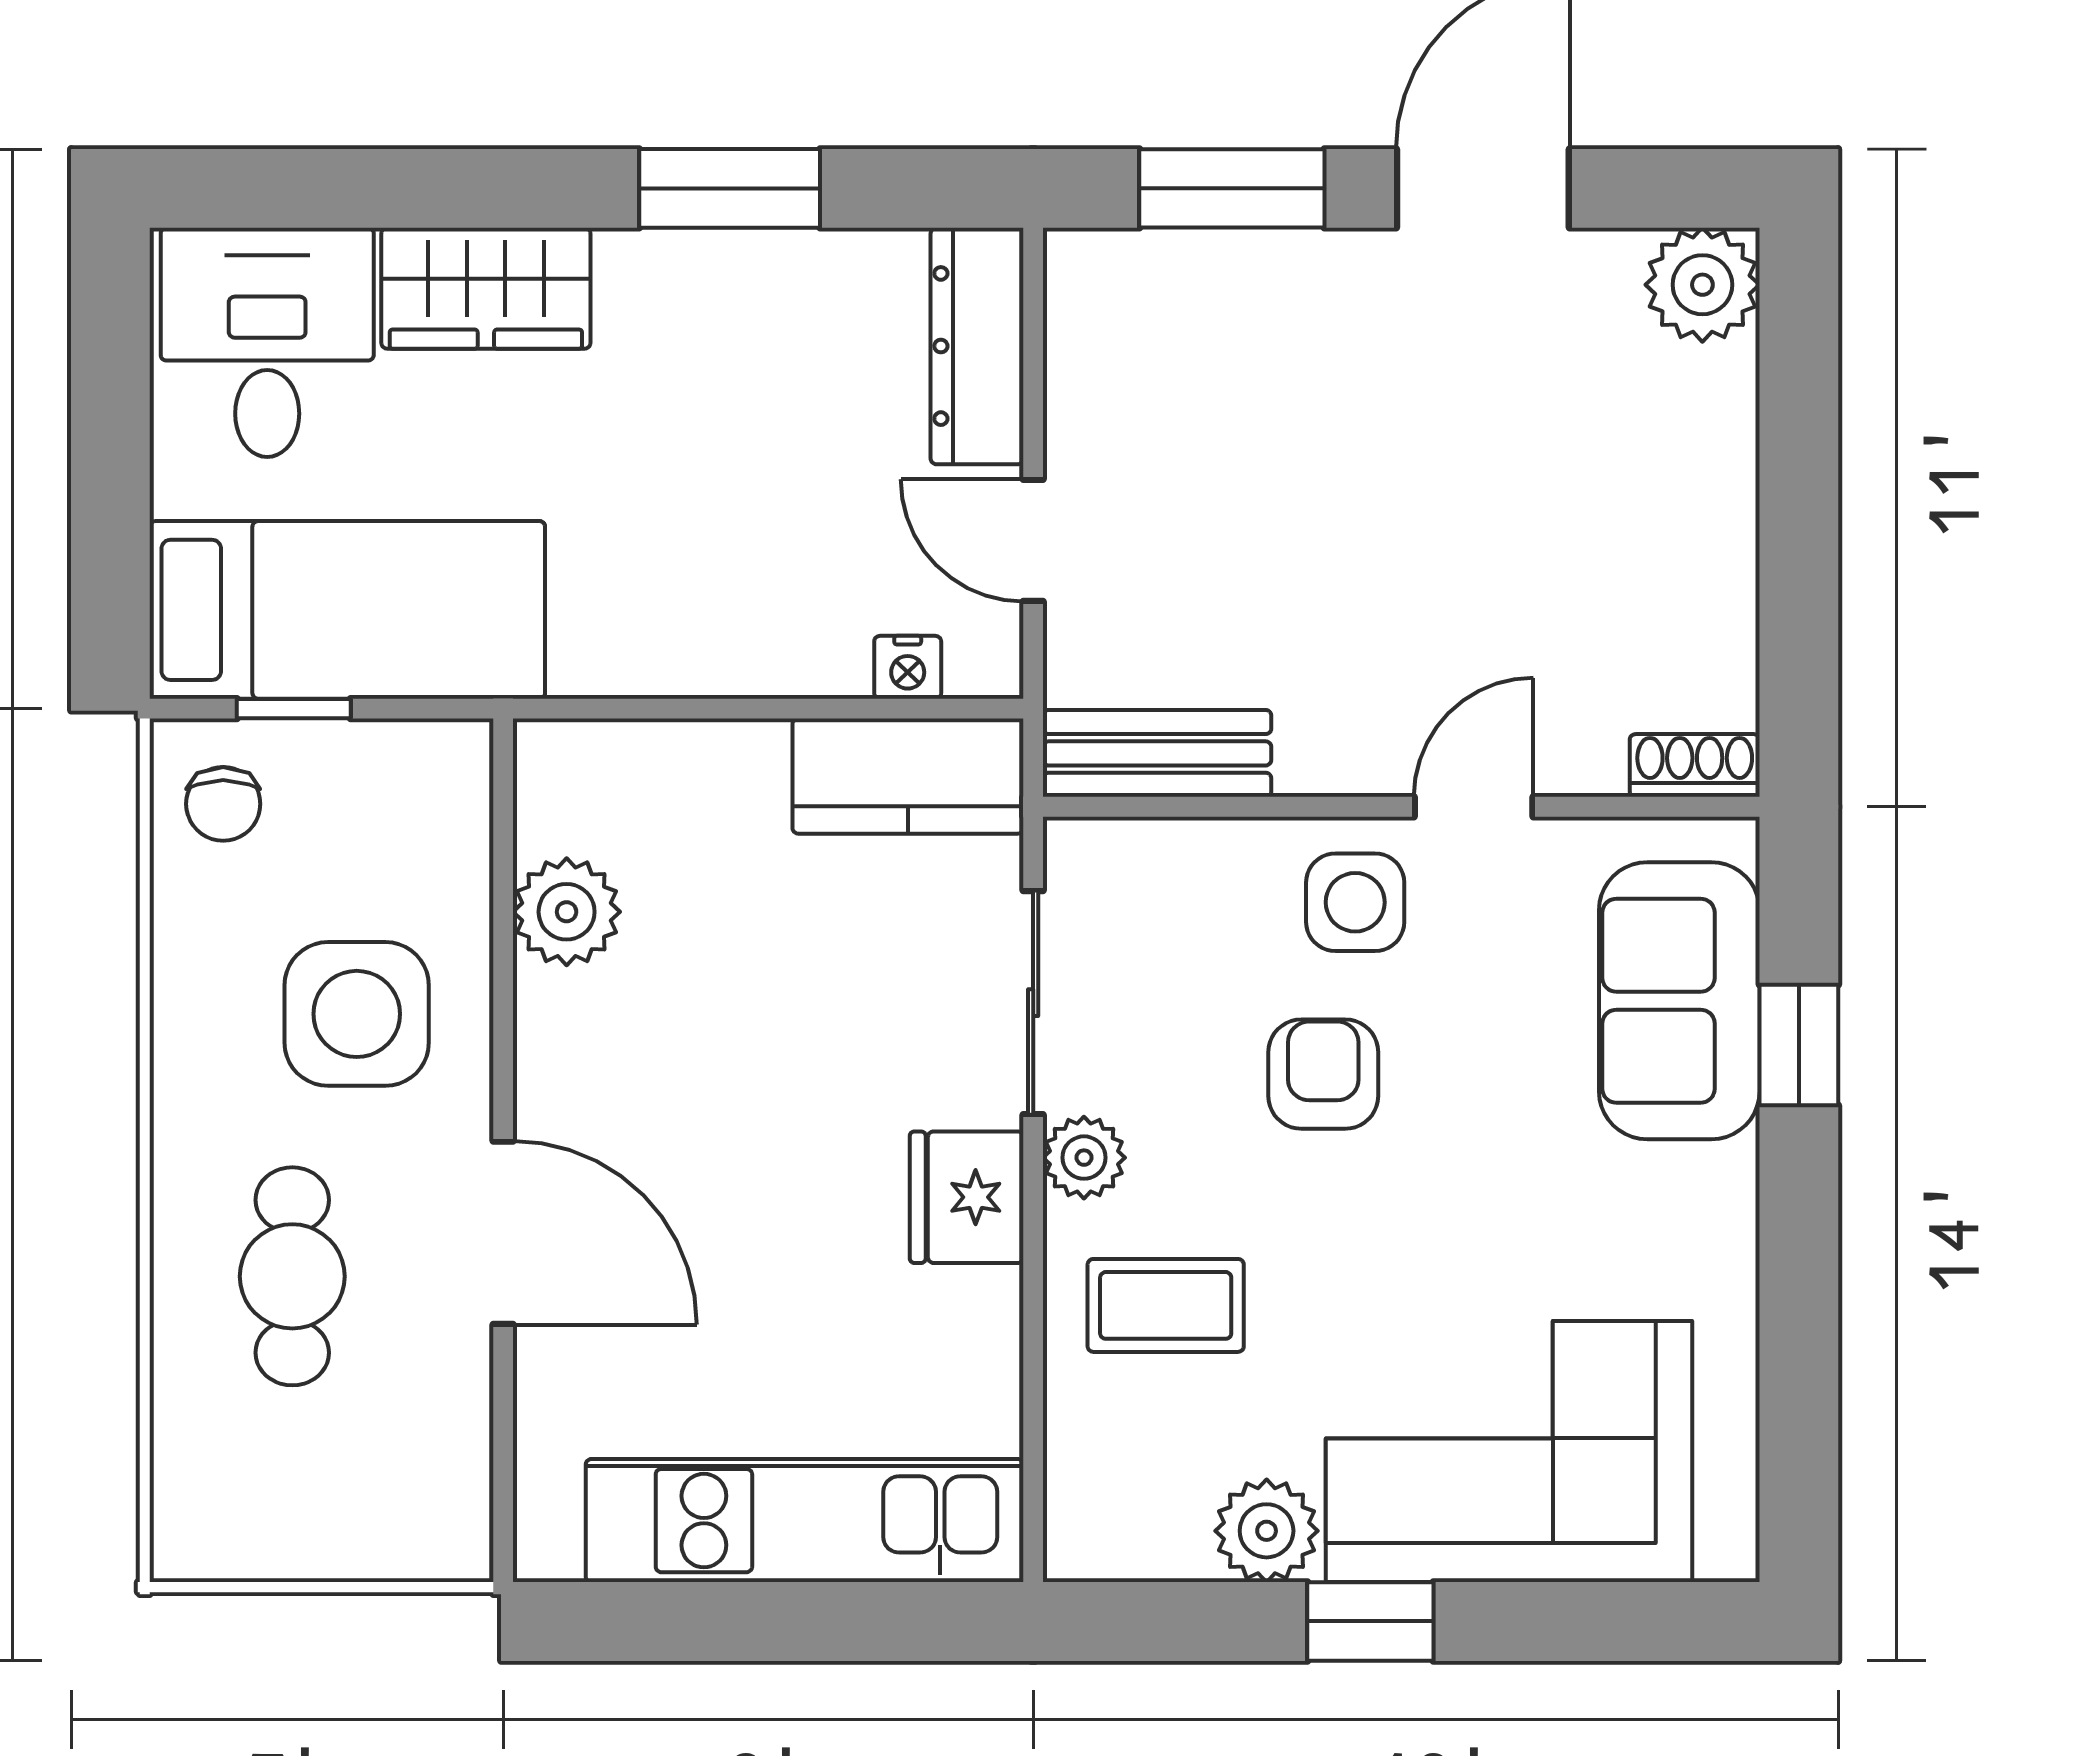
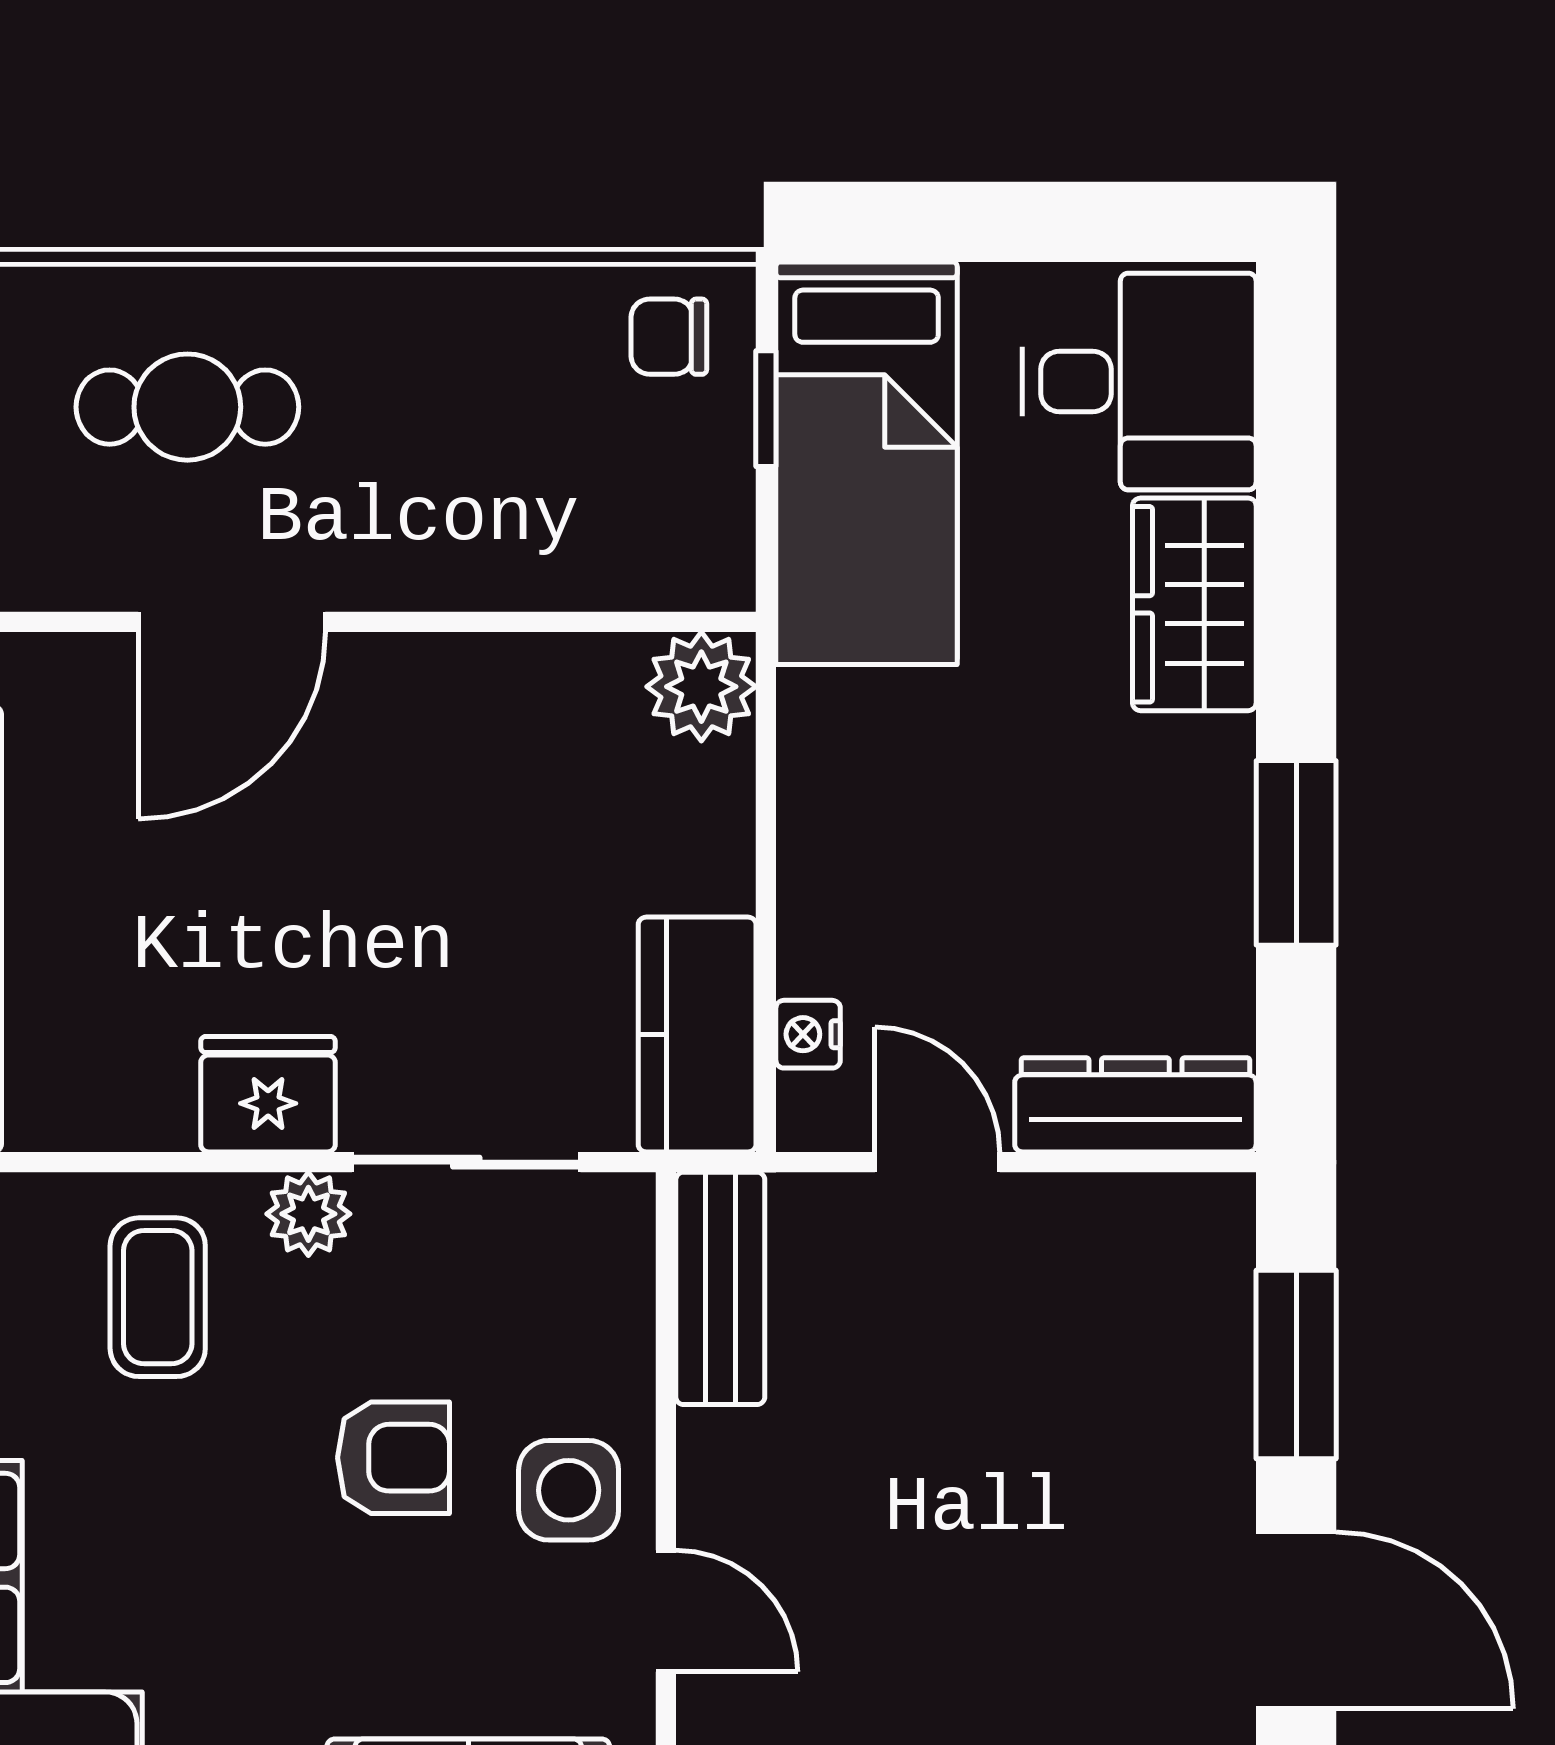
door: (1033, 540) -> (937, 1162), hinge flipped
plant: (567, 912) -> (701, 687), moved
side table: (357, 1014) -> (455, 473), removed

